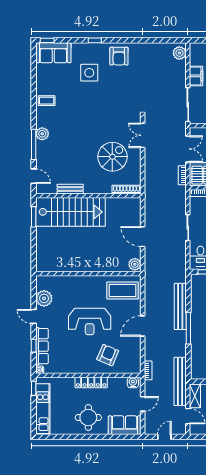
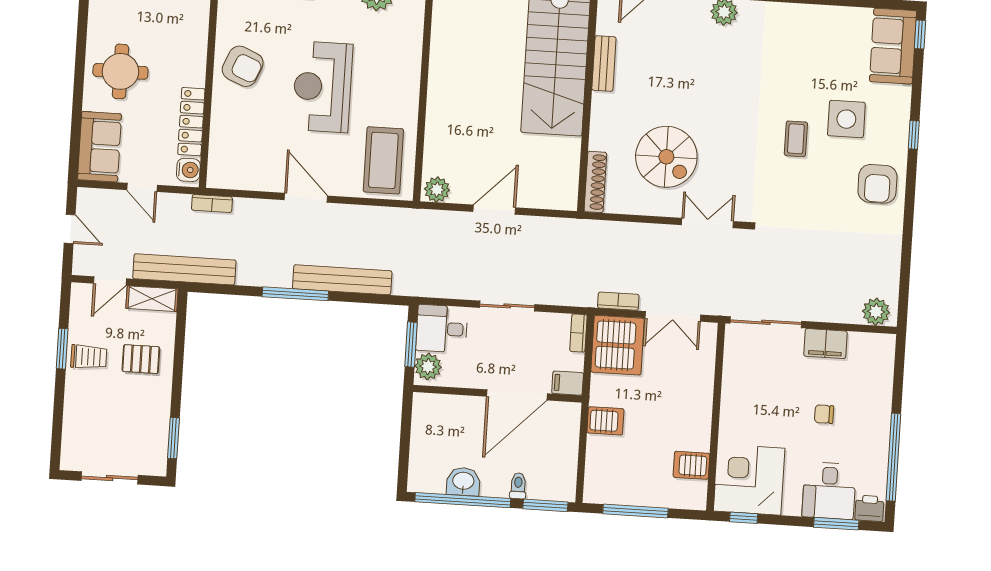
armchair: (119, 56) -> (877, 184), turned -90
coffee table: (47, 101) -> (796, 139), moved
armchair: (108, 355) -> (243, 66), moved
locker: (91, 382) -> (191, 122), moved

